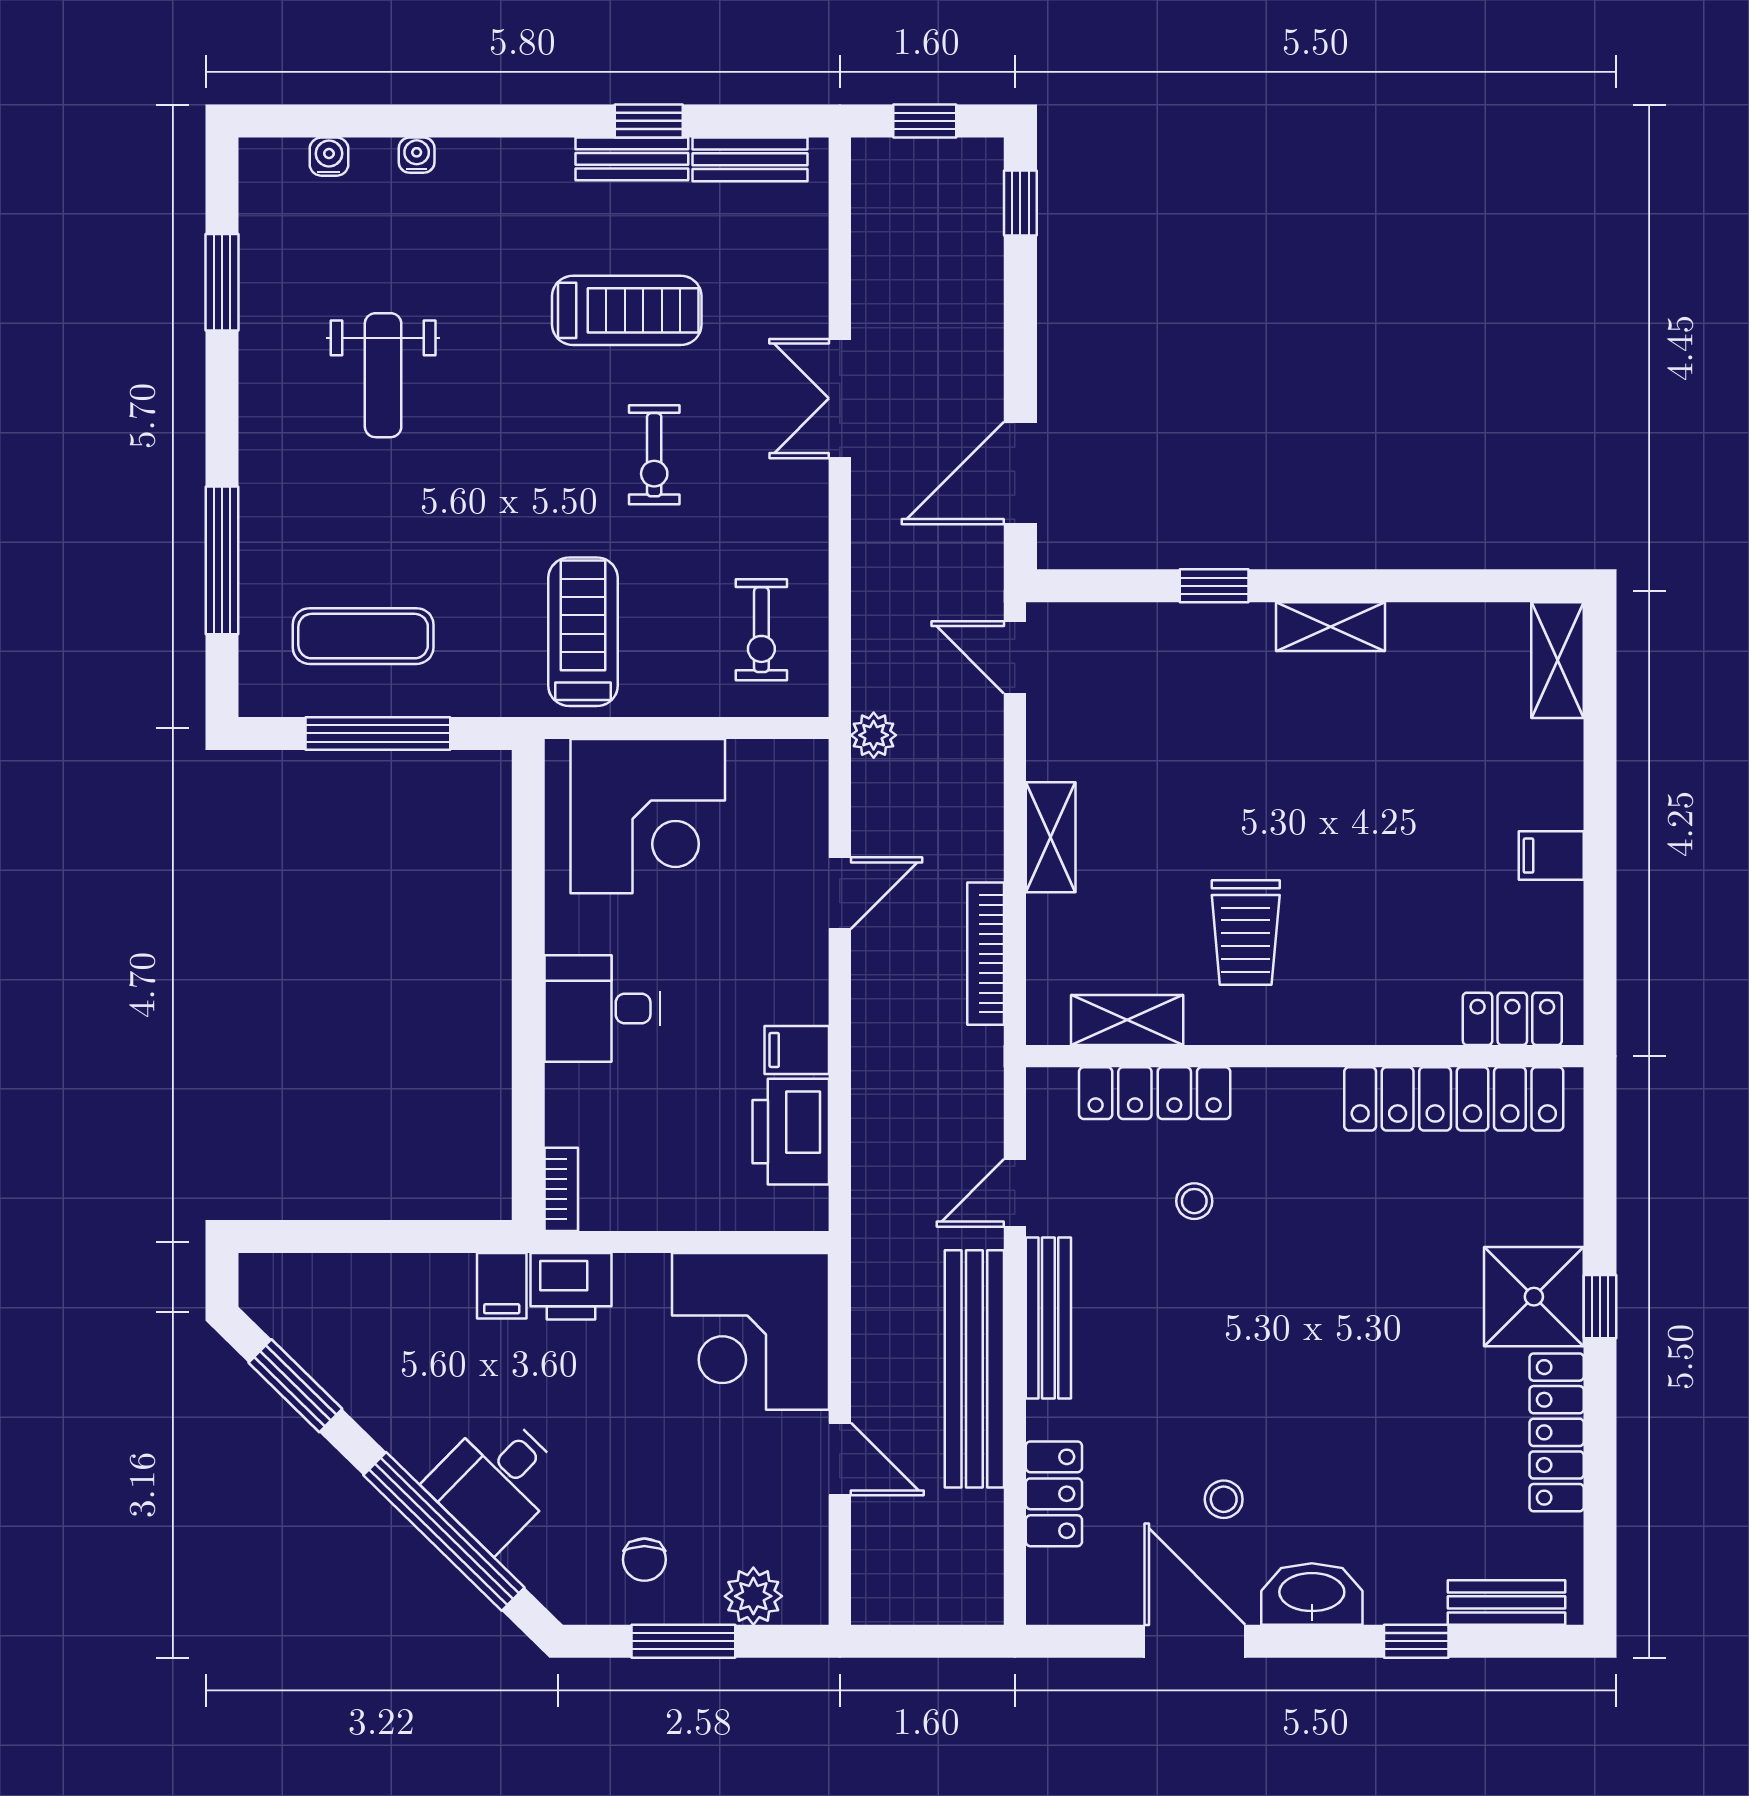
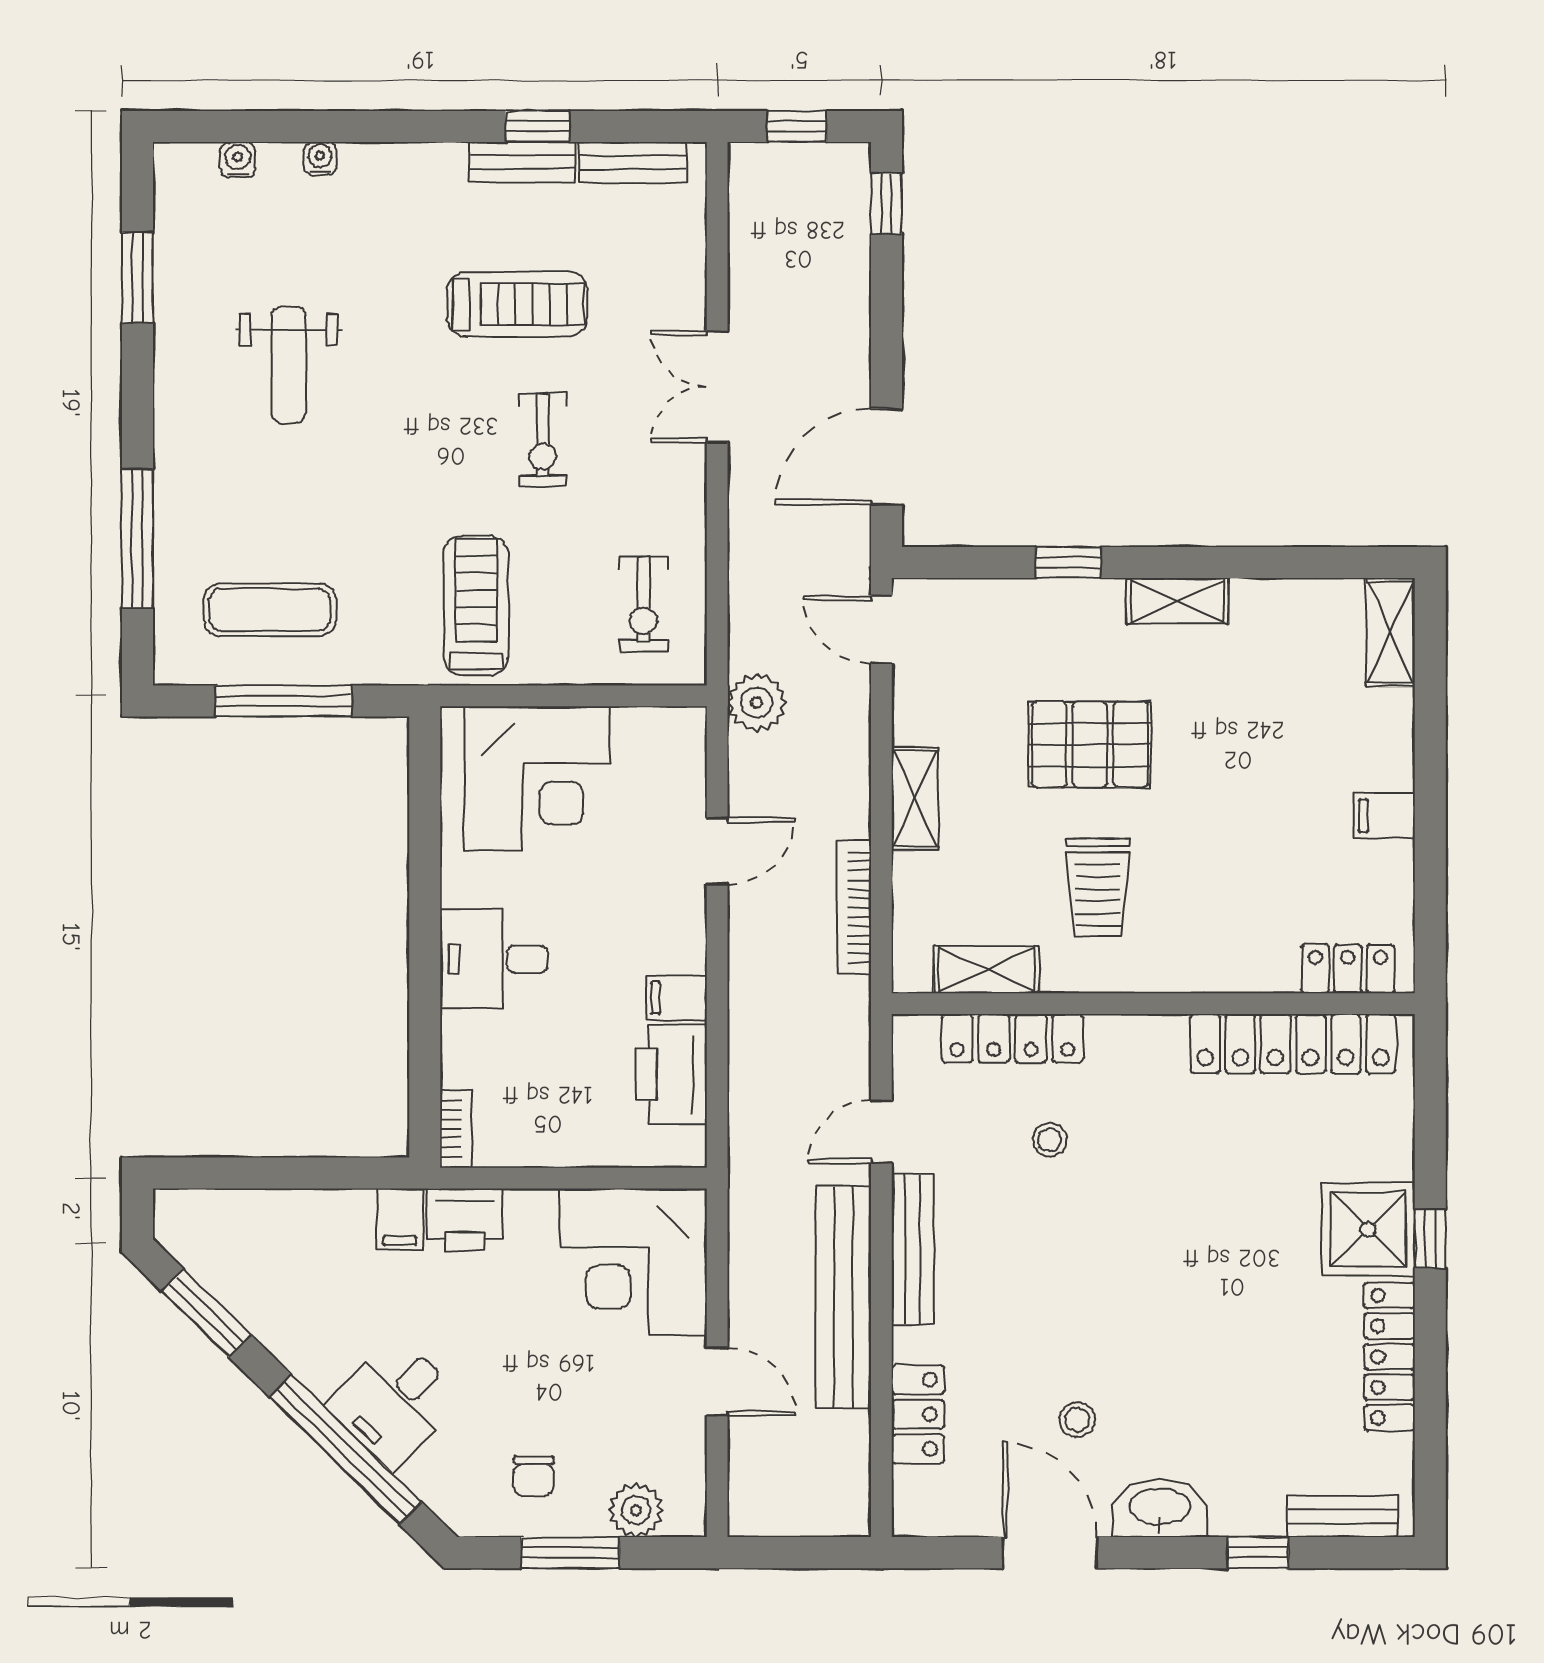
plant: (874, 735) -> (757, 703), width x1.38, depth x1.38
pallet: (1237, 780) -> (1090, 744), added

